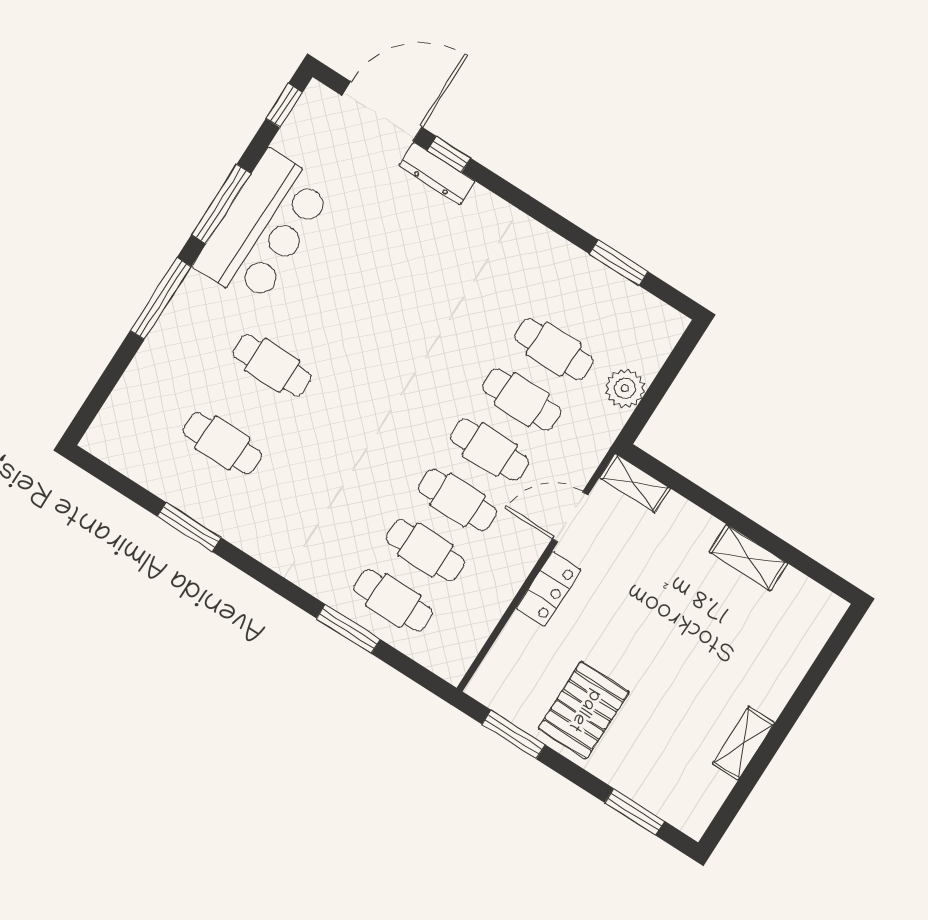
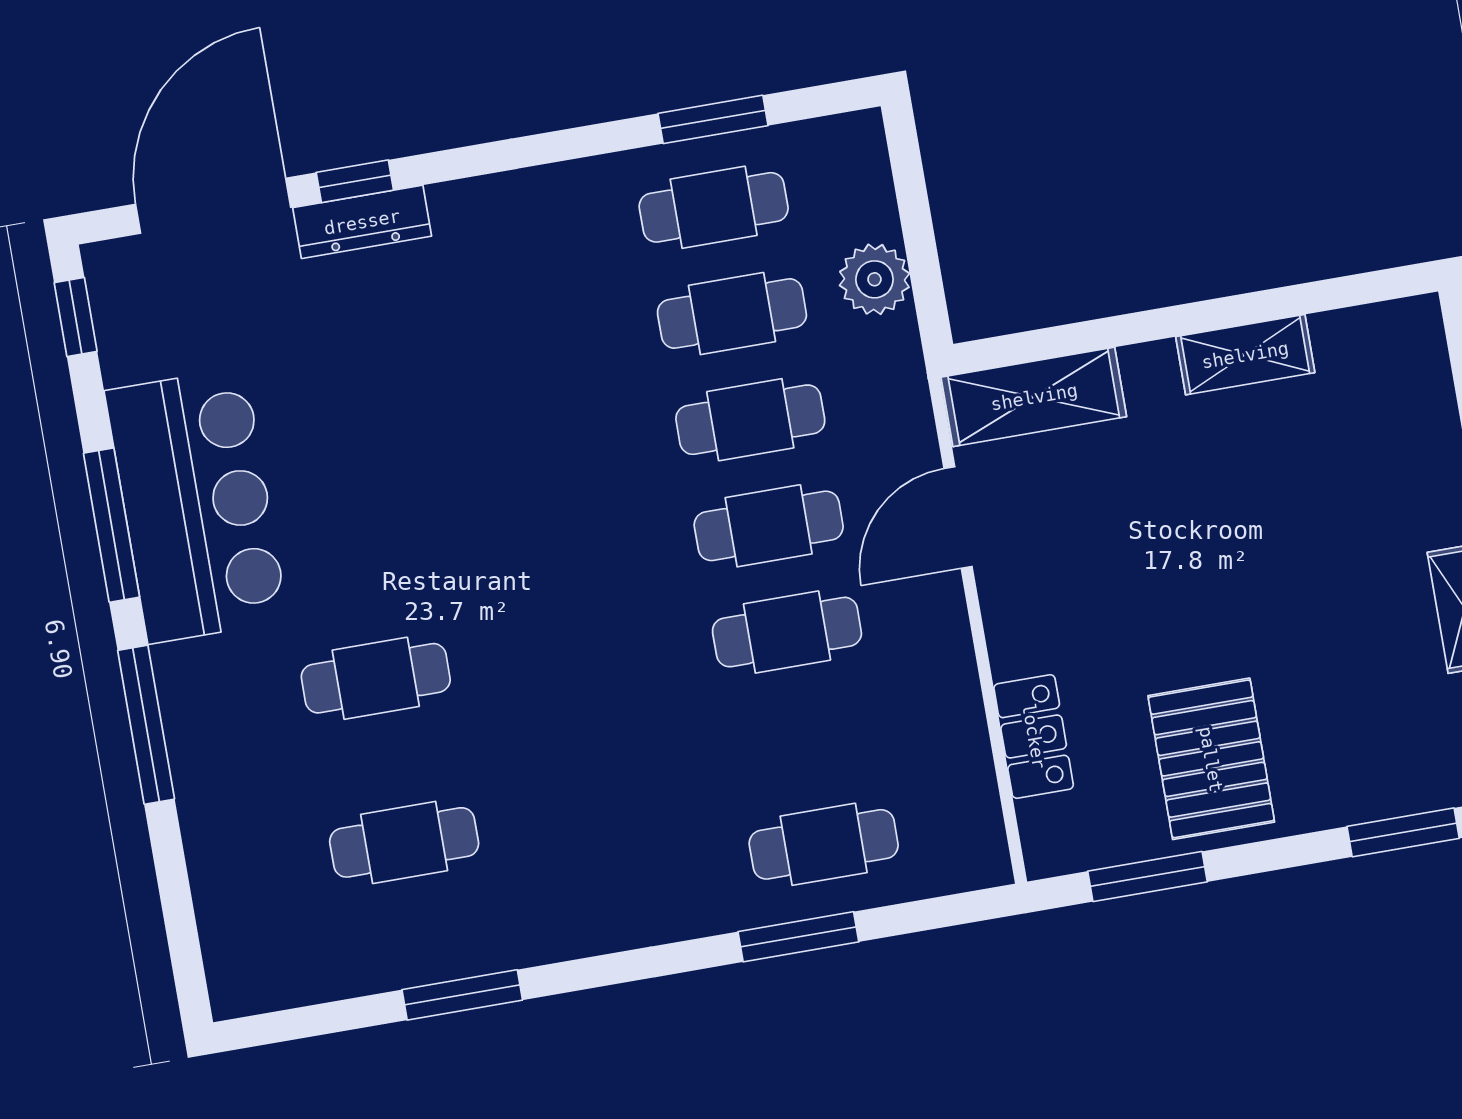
shelving: (635, 483) -> (1034, 397), width x1.50, depth x1.33
cafe table: (425, 550) -> (714, 207), moved
locker: (548, 589) -> (1034, 736), moved

